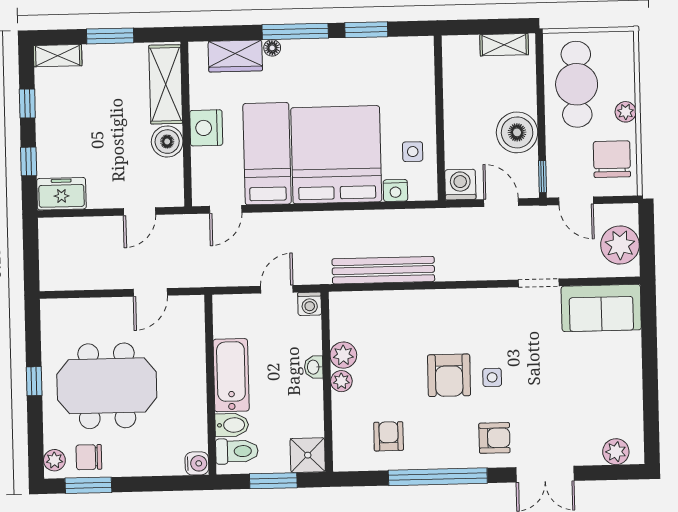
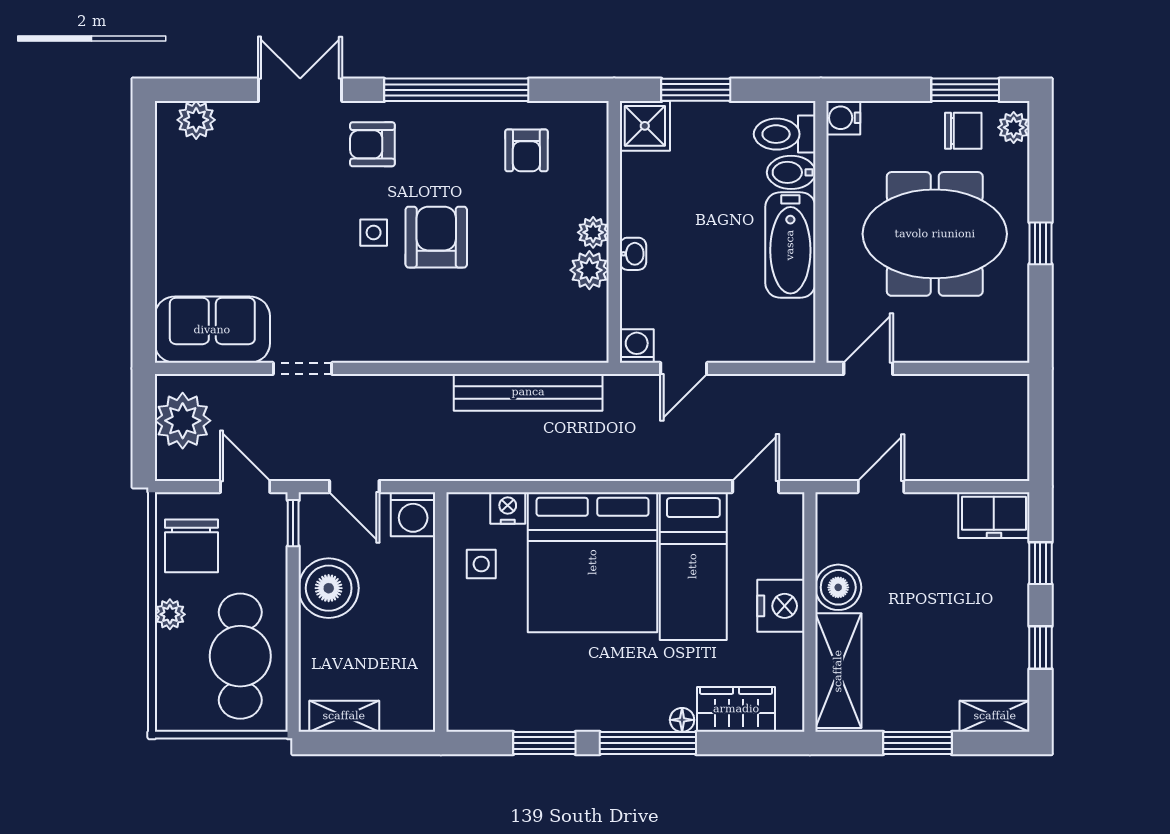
bathtub: (231, 375) -> (790, 245), moved
wall: (210, 385) -> (821, 232), moved
bidet: (232, 425) -> (791, 172), moved
toilet: (237, 451) -> (785, 134), moved
water cooler: (197, 463) -> (843, 118), moved

